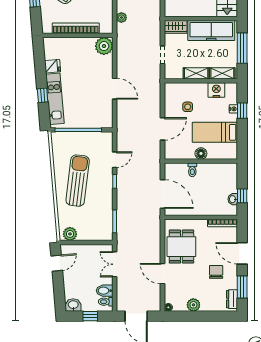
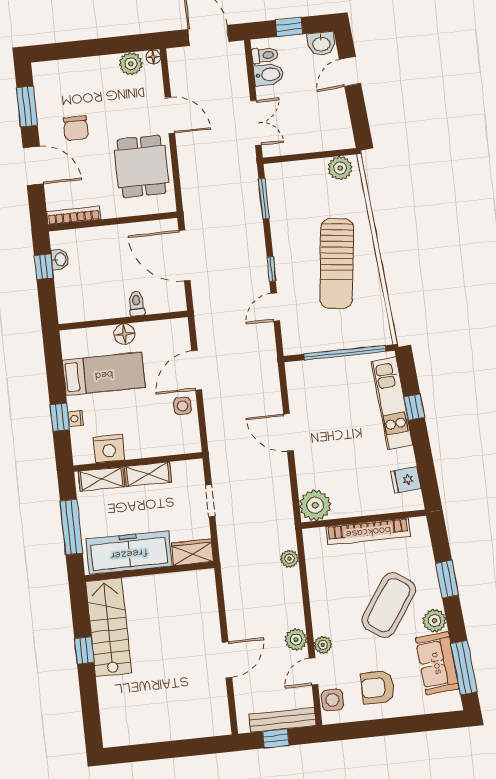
fridge: (52, 66) -> (406, 480), moved
side table: (188, 107) -> (183, 406), moved
door: (57, 263) -> (350, 71), moved
dresser: (232, 299) -> (43, 83), removed
plant: (193, 305) -> (131, 64), moved

